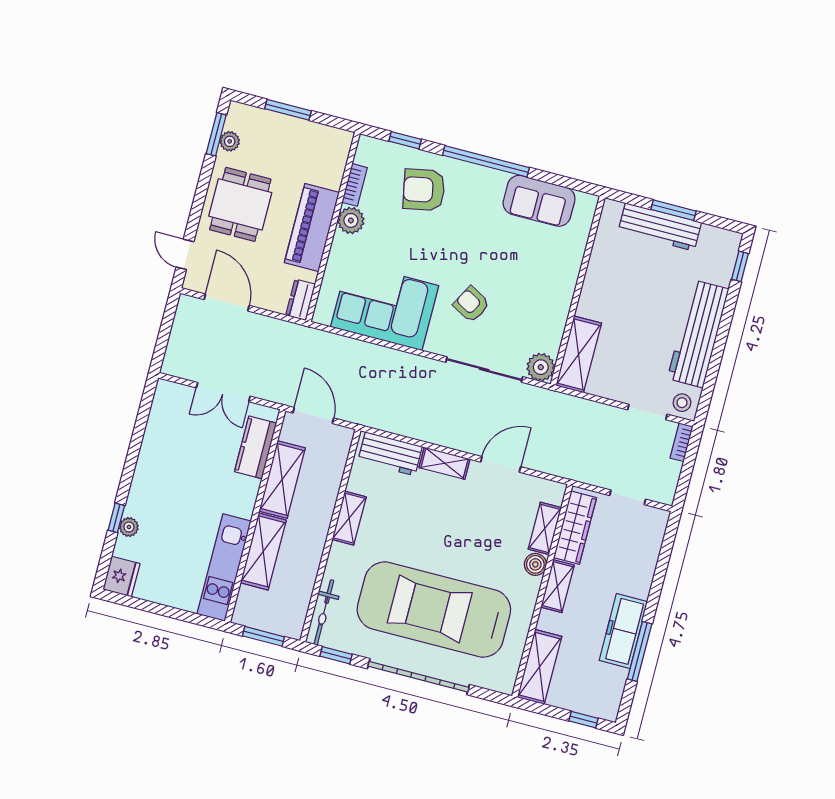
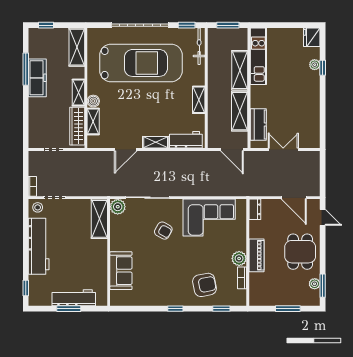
window: (486, 161) -> (175, 309), width x0.32
sofa: (539, 201) -> (121, 271), moved, turned 90
piano: (312, 228) -> (256, 255), width x0.73, depth x0.75

